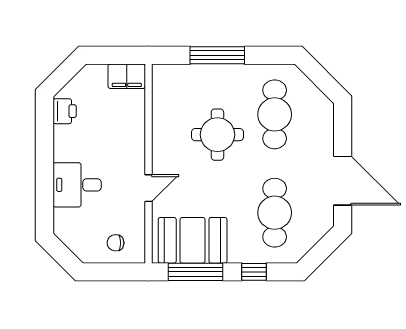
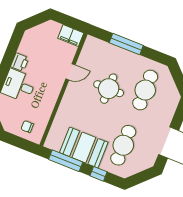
printer: (65, 111) -> (20, 62), moved
door: (149, 188) -> (70, 72), moved
booth: (193, 240) -> (84, 147), moved

